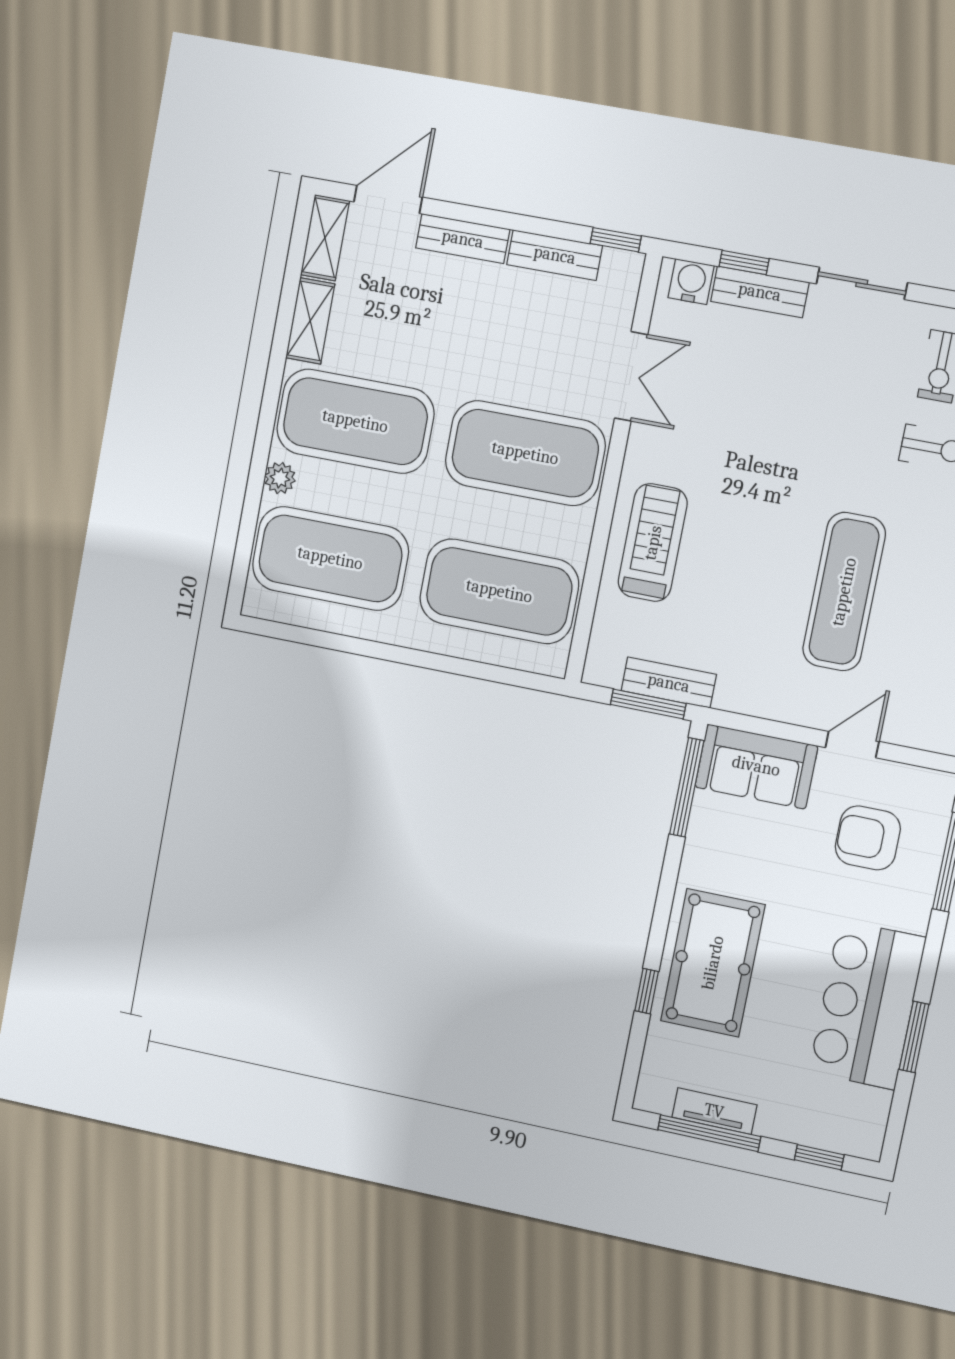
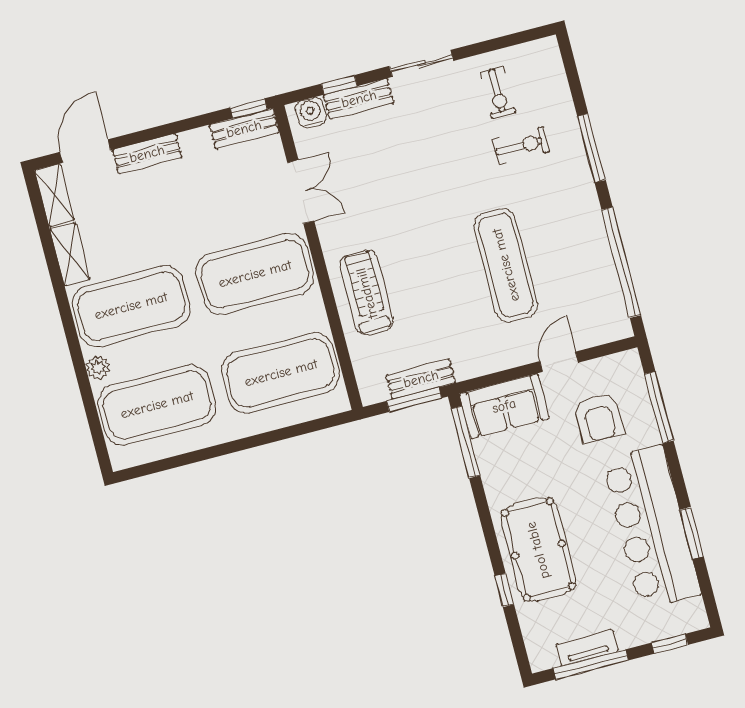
bench: (555, 255) -> (244, 129), moved
armchair: (868, 838) -> (599, 418), turned -90
bar counter: (867, 1005) -> (651, 527), width x1.36

